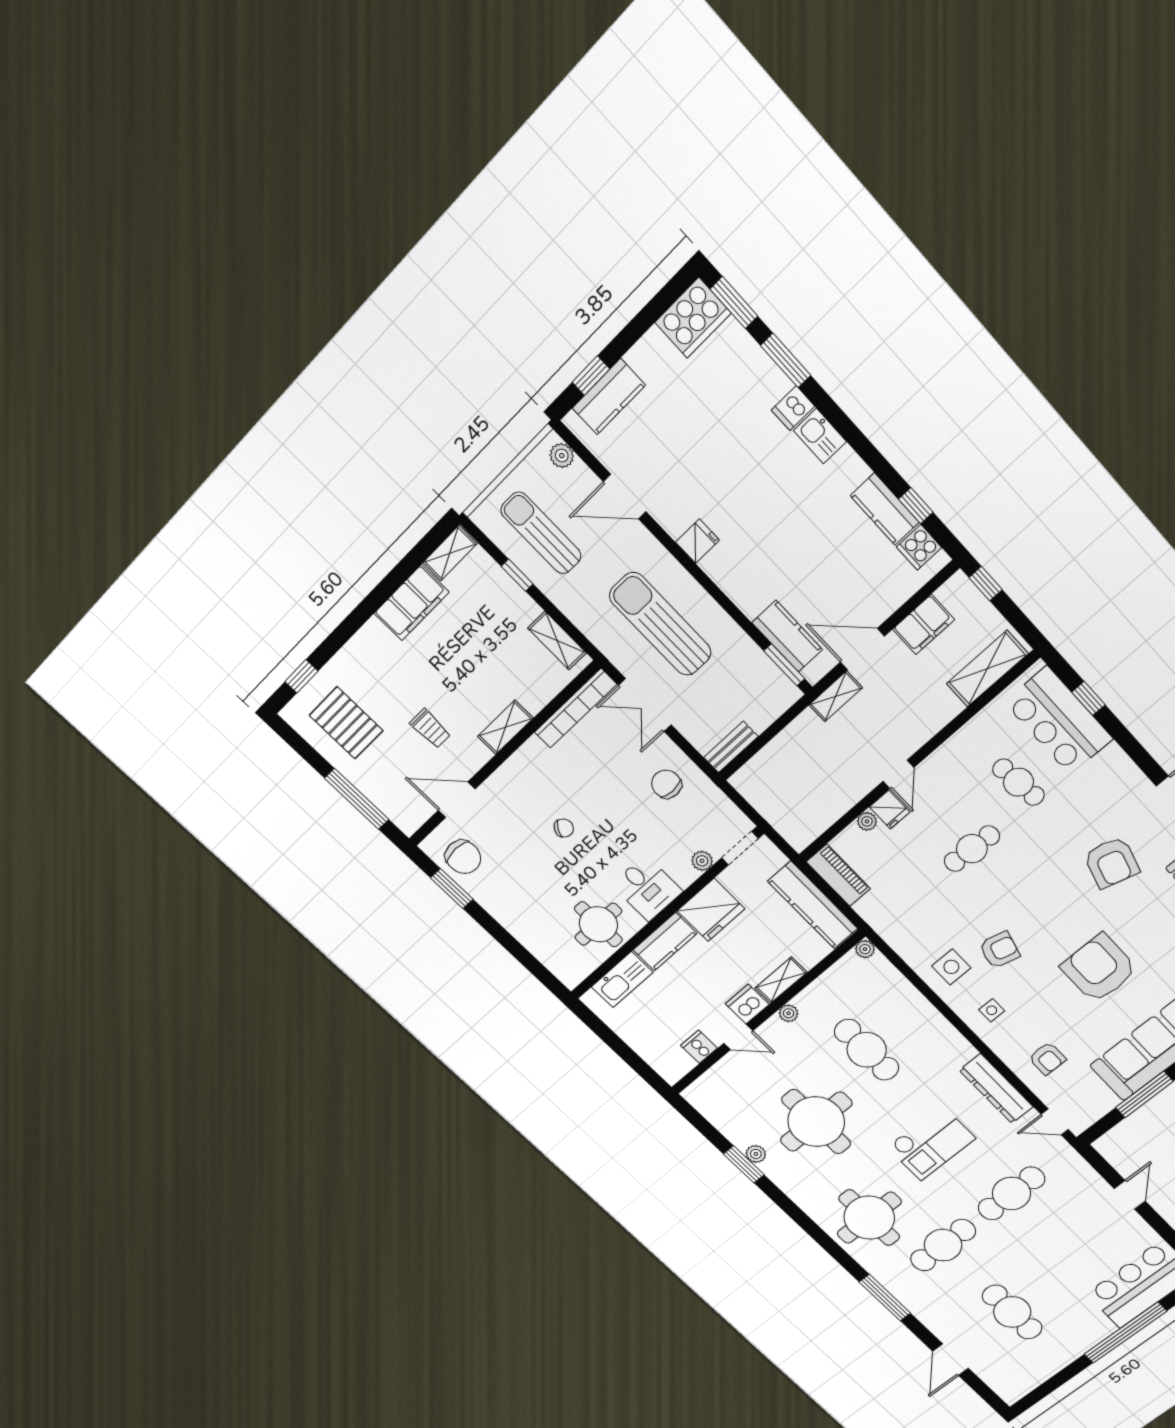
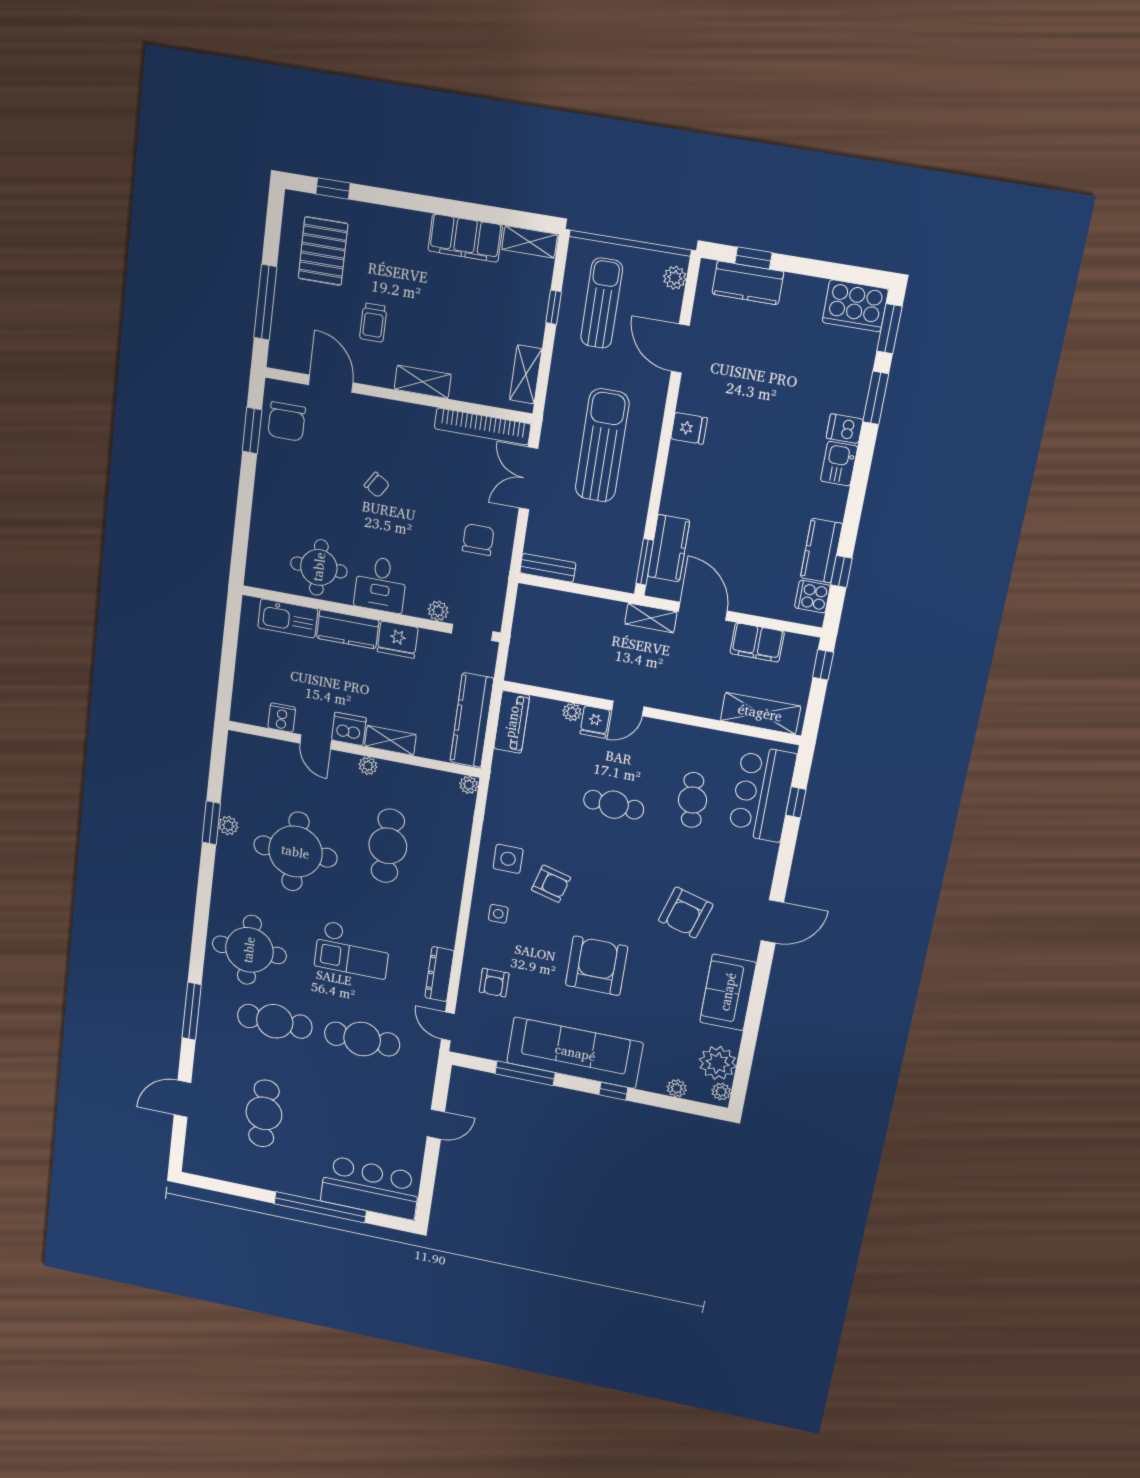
fridge: (711, 910) -> (398, 640), width x0.73, depth x0.75
dresser: (996, 1089) -> (439, 974), width x0.73, depth x0.80

